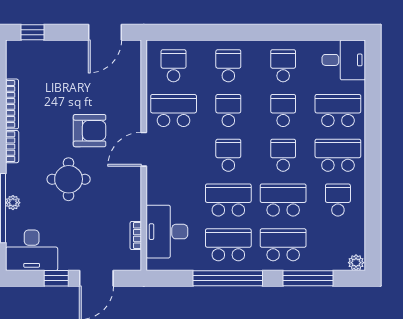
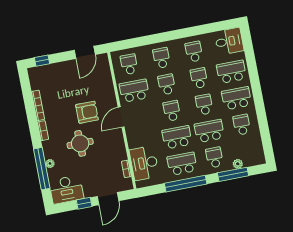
school desk: (283, 245) -> (214, 157), width x0.54
plant: (356, 263) -> (238, 164), moved

